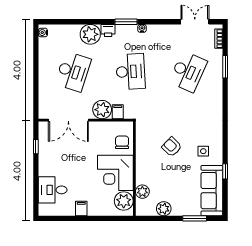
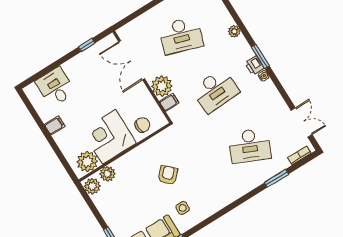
printer: (108, 30) -> (254, 66), moved
plant: (90, 34) -> (234, 31), width x0.53, depth x0.53
plant: (164, 209) -> (92, 186), moved

